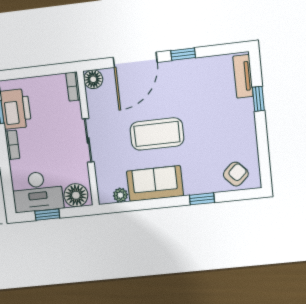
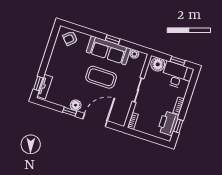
floor lamp: (93, 79) -> (76, 105), moved
window: (258, 99) -> (38, 83), moved
sofa: (155, 183) -> (108, 50), width x1.36
window: (202, 199) -> (113, 40), moved

